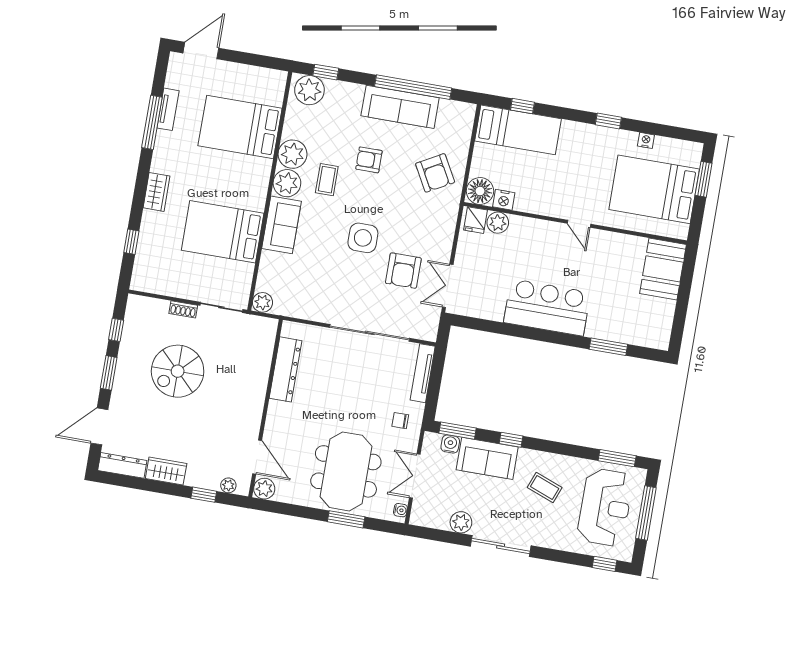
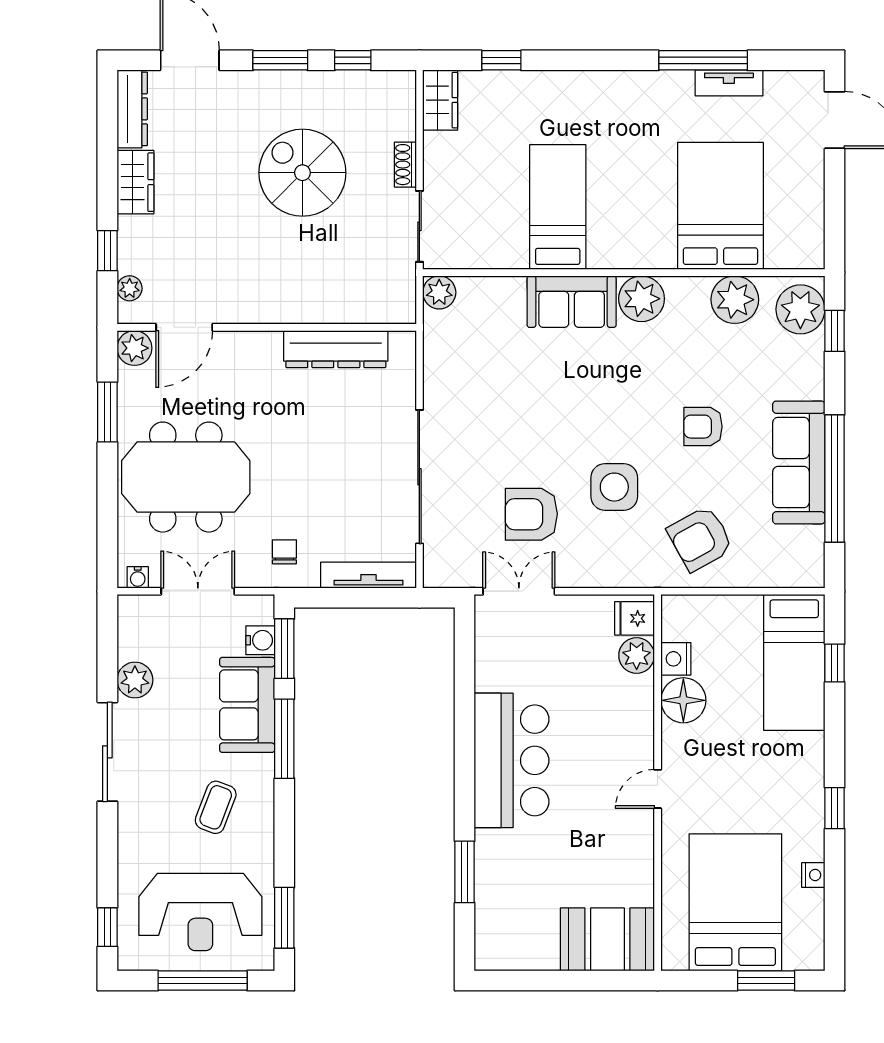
plant: (293, 154) -> (735, 300), moved
armchair: (369, 160) -> (703, 427), turned -90
coffee table: (327, 180) -> (659, 363), removed
floor lamp: (480, 191) -> (683, 700), moved
wardrobe: (157, 192) -> (440, 100), moved, turned -90
bed: (223, 232) -> (558, 207), width x0.67
side table: (363, 238) -> (614, 487), moved
window: (511, 440) -> (284, 739), width x2.17
window: (346, 519) -> (107, 412), moved

